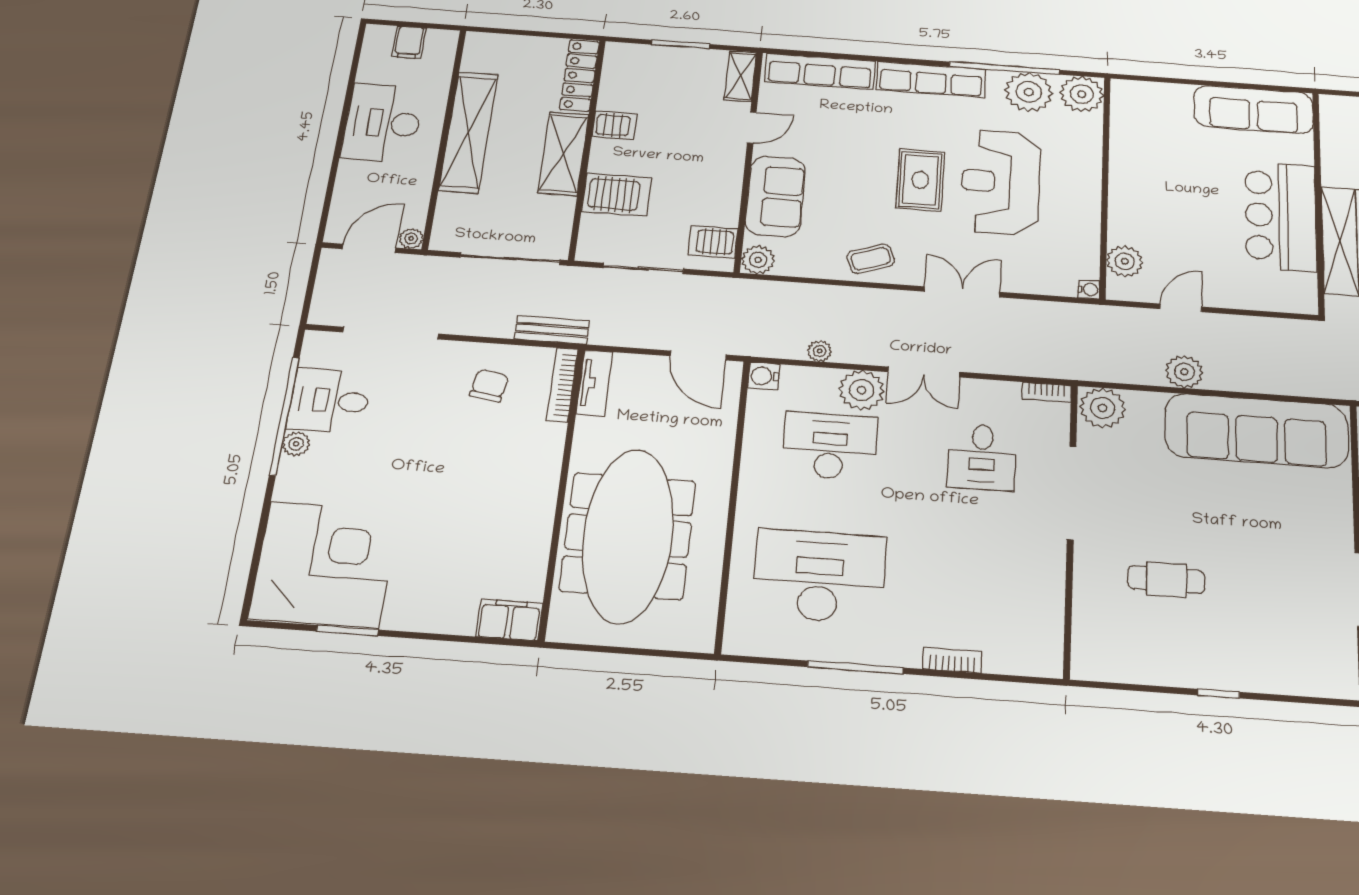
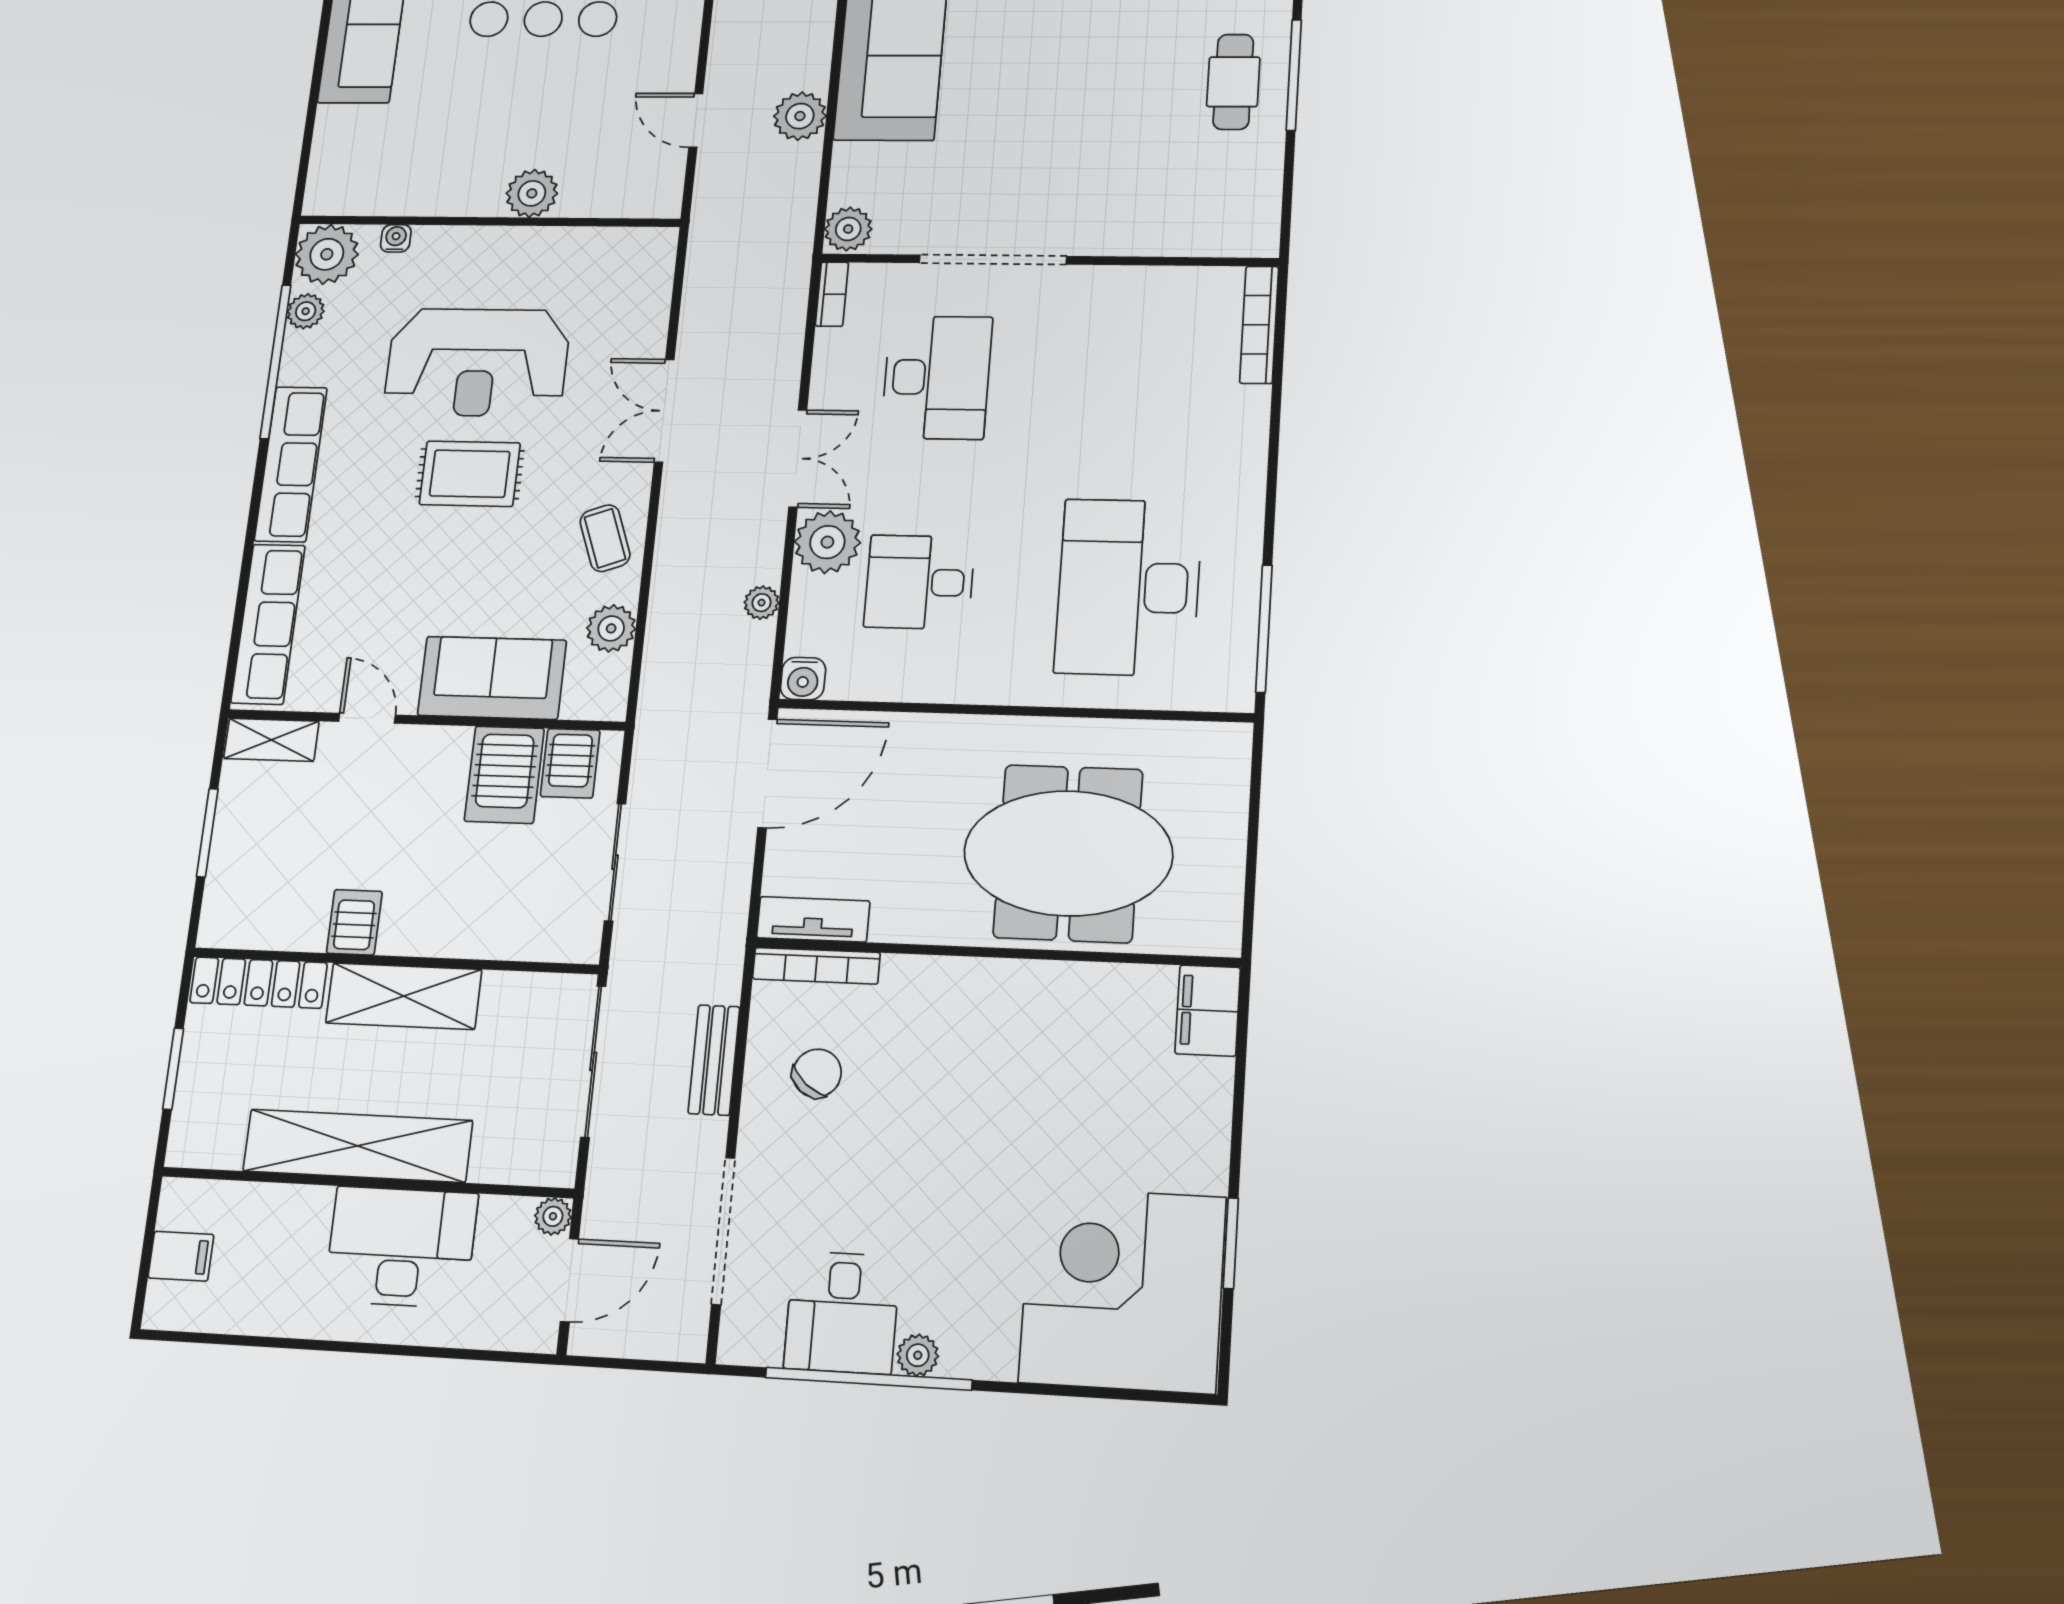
window: (528, 33) -> (173, 1069), added
plant: (1029, 92) -> (306, 311), width x0.53, depth x0.53
desk: (383, 123) -> (401, 1247), moved, turned 180
server rack: (616, 194) -> (504, 775), moved, turned 180
door: (369, 248) -> (569, 1280), swing flipped
plant: (758, 260) -> (611, 628), moved
plant: (1125, 261) -> (532, 193), moved
water cooler: (1089, 289) -> (396, 238), moved
bench: (552, 330) -> (714, 1060), moved
door: (698, 355) -> (767, 773), width x1.36
chair: (489, 386) -> (817, 1073), turned 120
plant: (1103, 408) -> (848, 229), width x0.73, depth x0.73
desk: (830, 446) -> (919, 582), width x0.73
desk: (982, 457) -> (937, 377), width x1.37
meeting table: (628, 536) -> (1068, 853), width x0.73
cafe table: (1166, 580) -> (1233, 82), moved
bookcase: (952, 660) -> (1259, 325), moved, width x1.56
window: (855, 667) -> (1264, 628), moved
window: (1218, 694) -> (1294, 75), width x2.17

